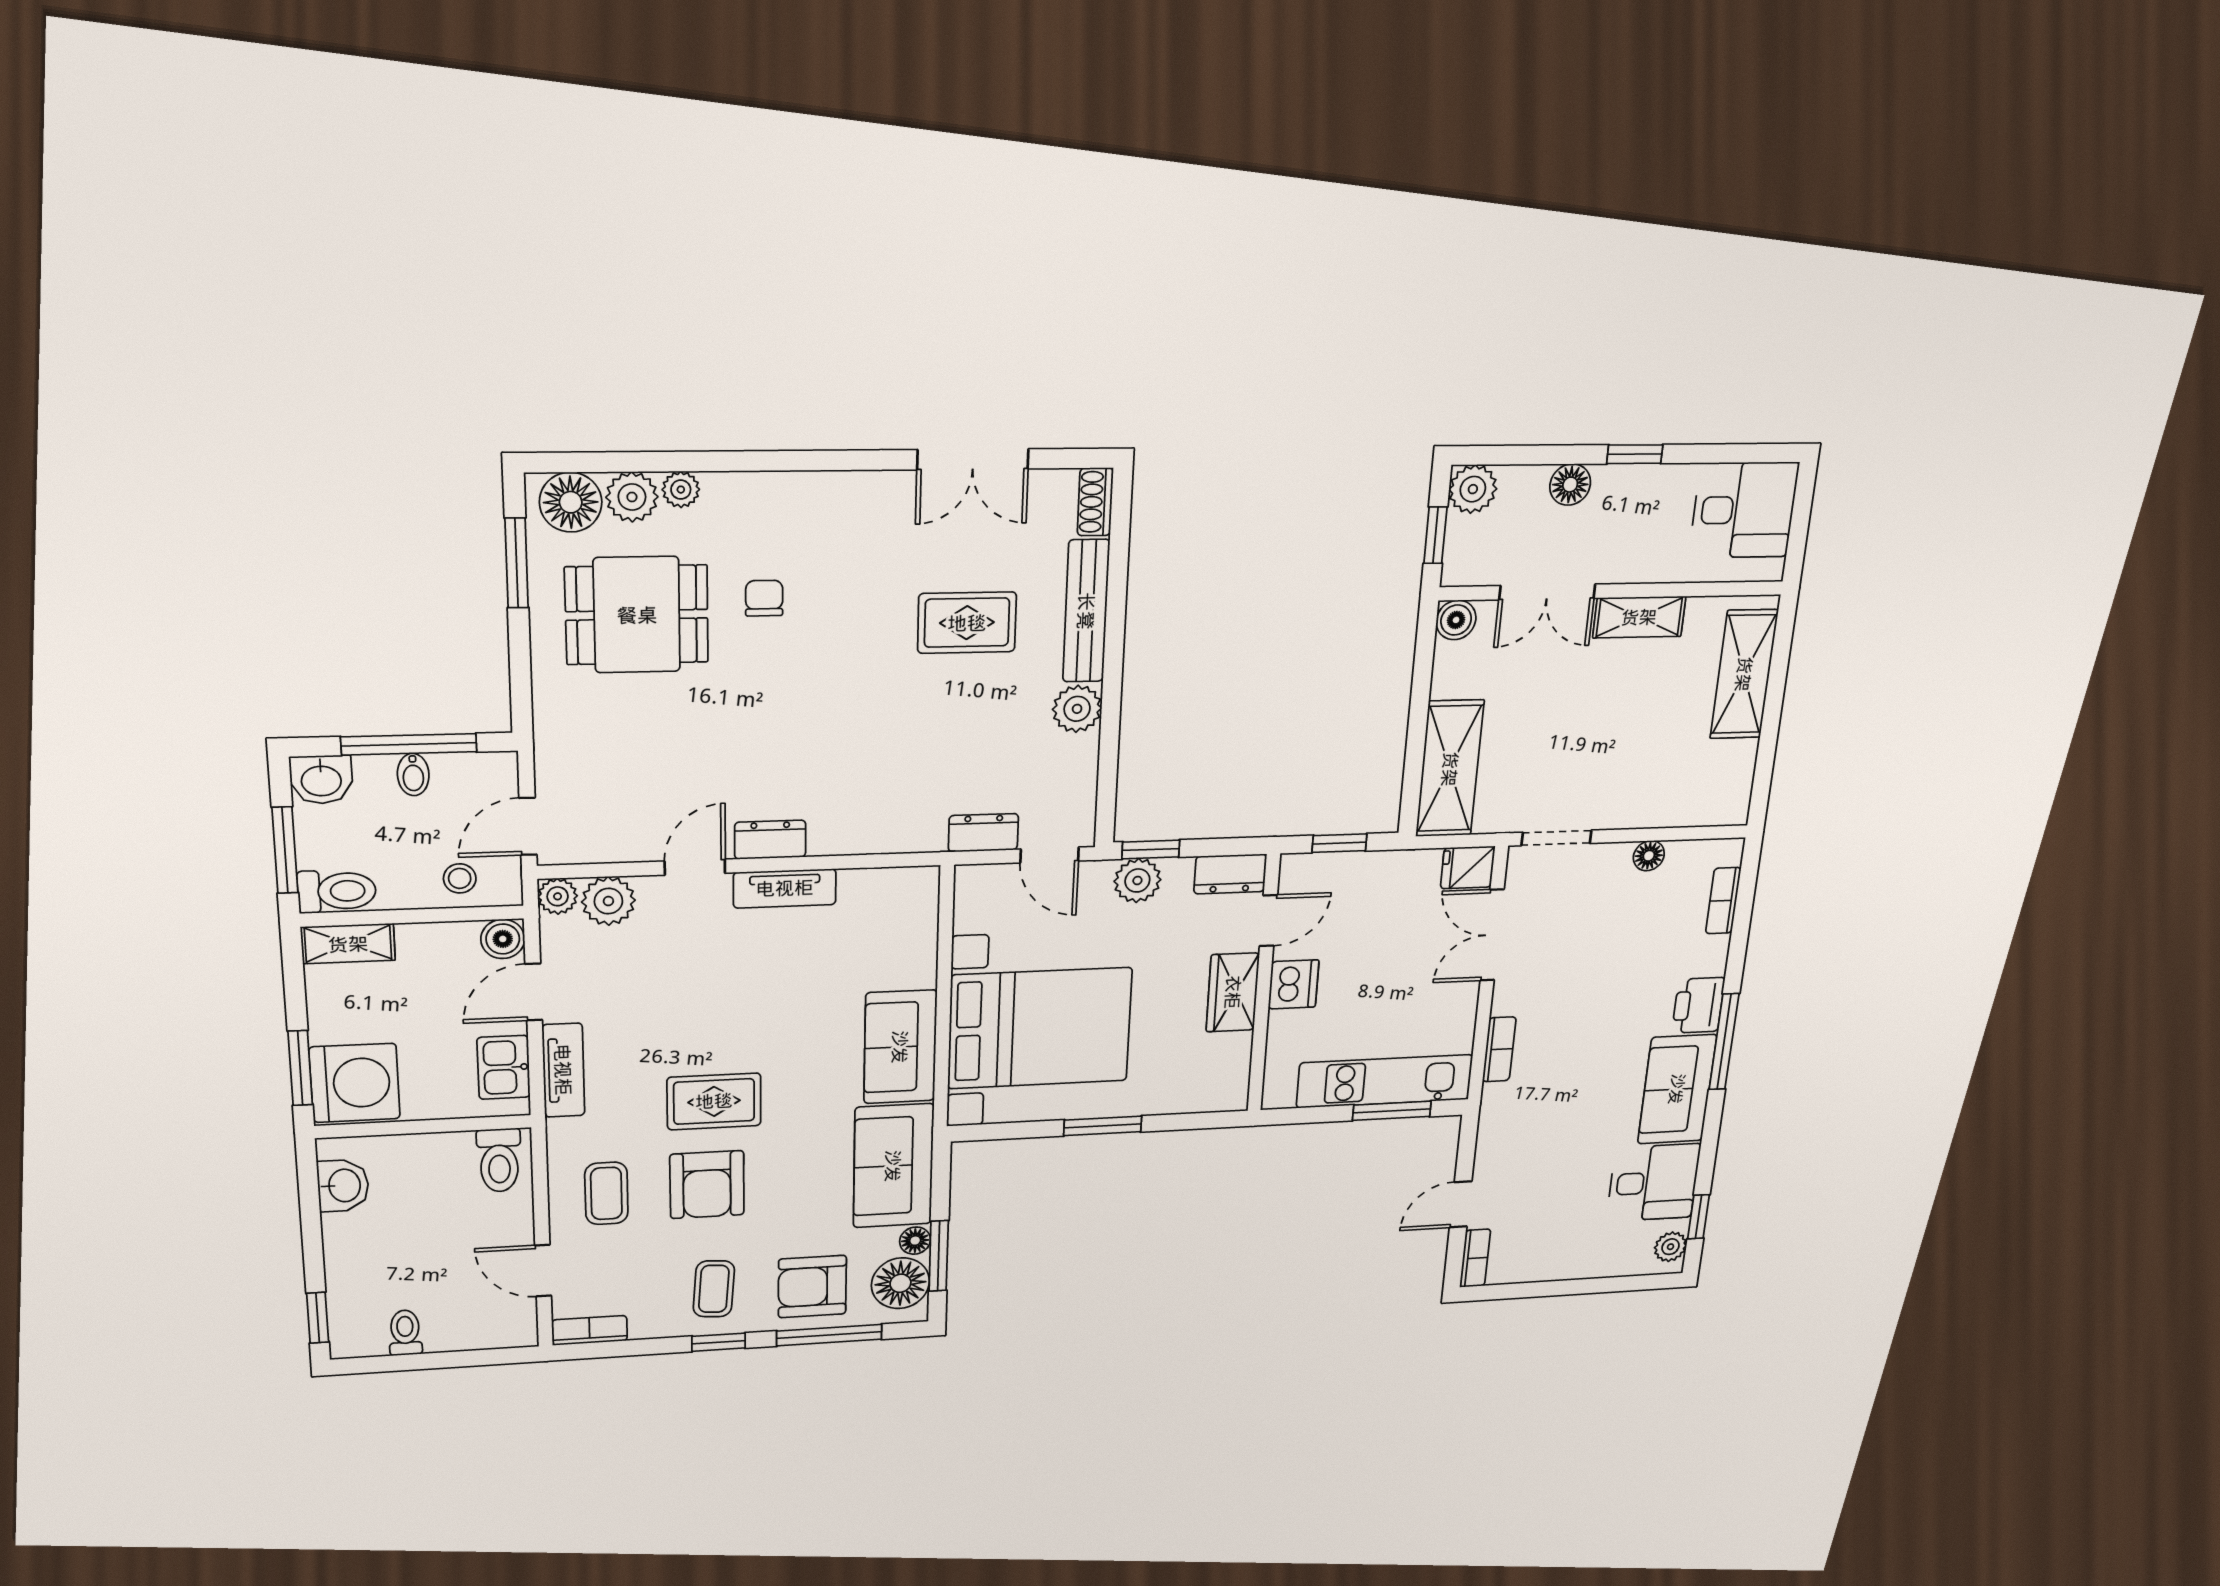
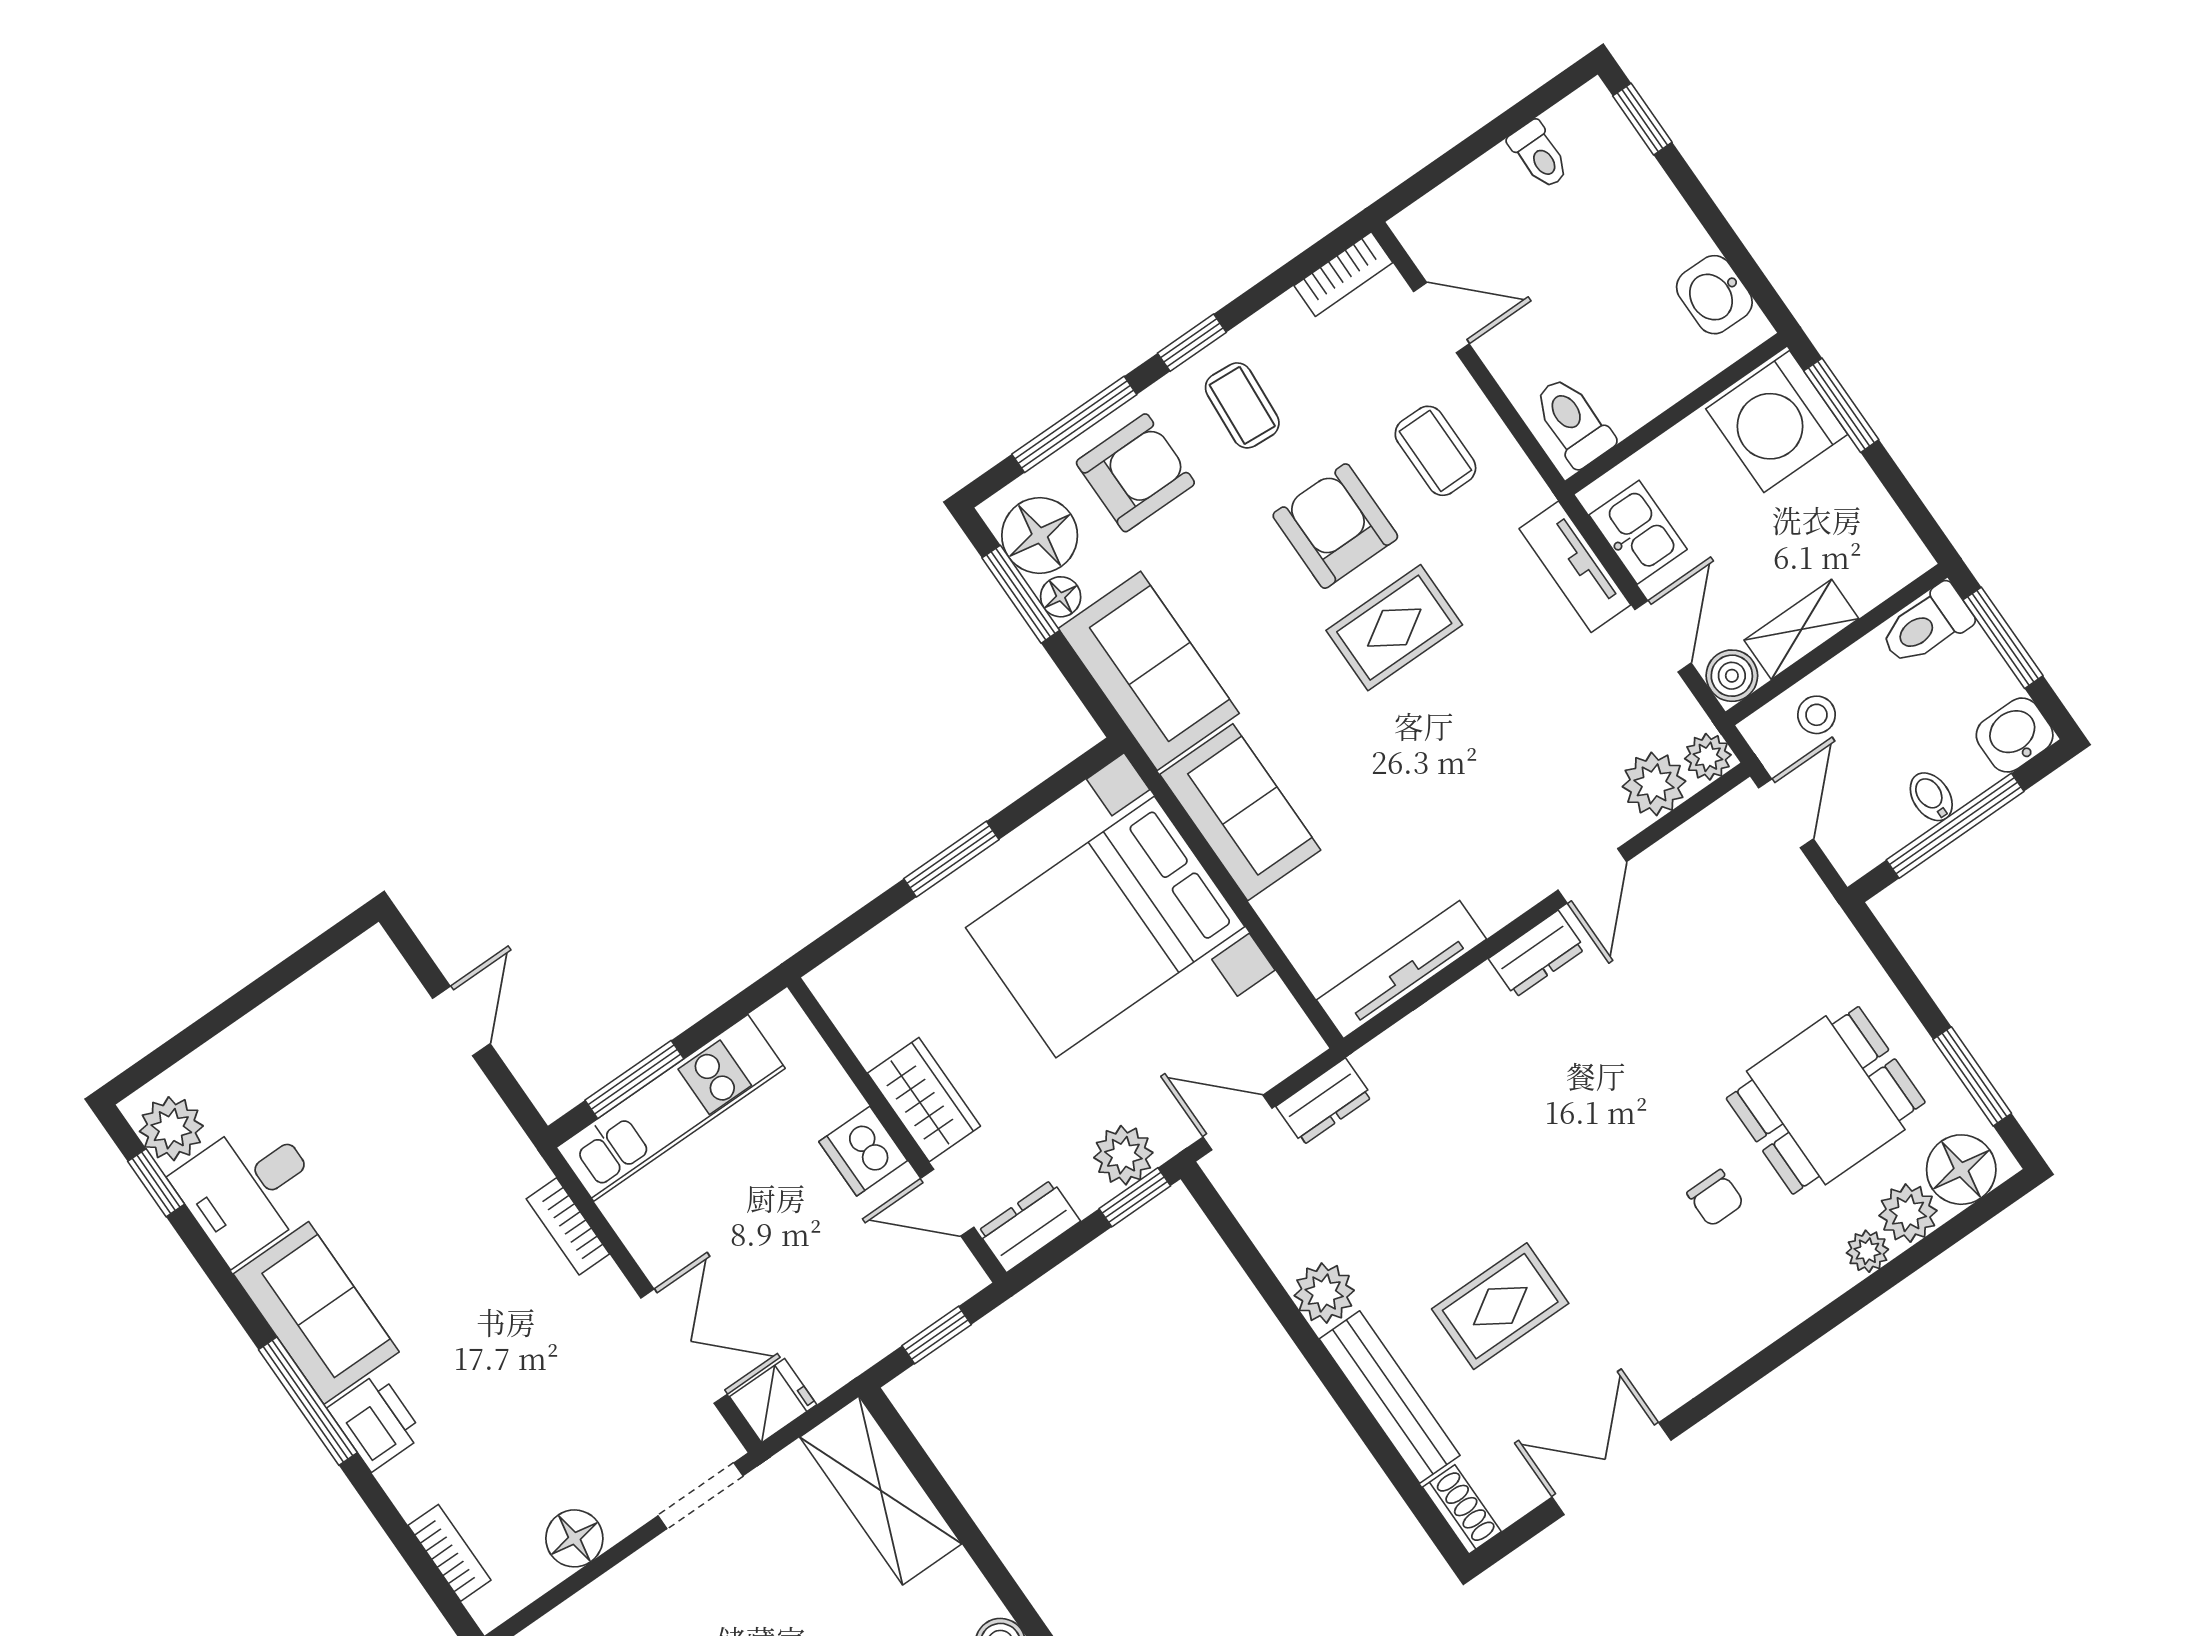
floor lamp: (1649, 856) -> (574, 1538), width x1.37, depth x1.37
tv unit: (785, 888) -> (1401, 969), moved, width x1.41
door: (1268, 921) -> (947, 1203), hinge flipped
shelving: (348, 944) -> (1801, 629), moved
plant: (1670, 1247) -> (171, 1129), width x1.38, depth x1.38
bookcase: (1475, 1258) -> (389, 968), removed

